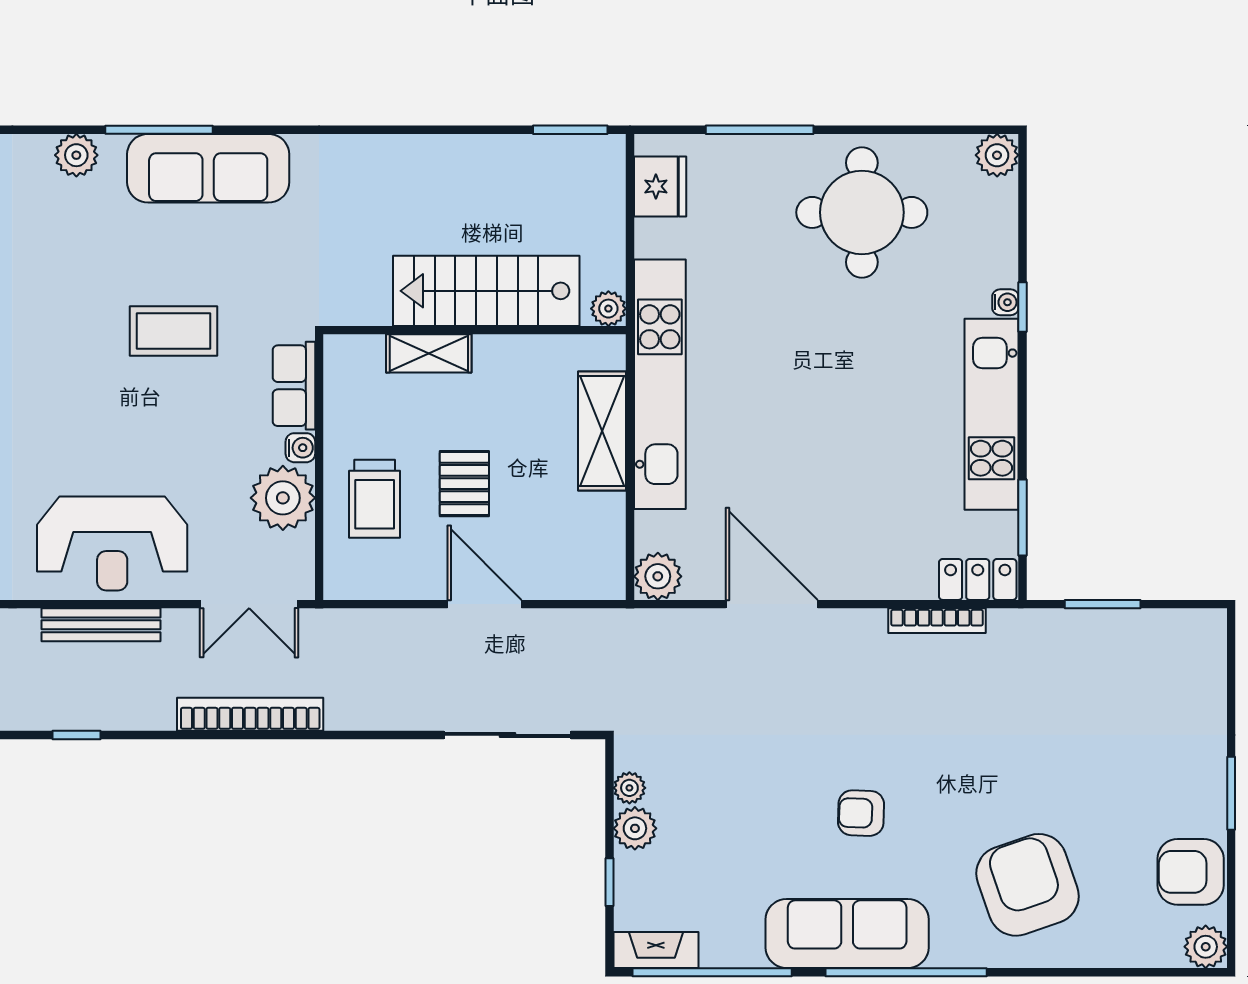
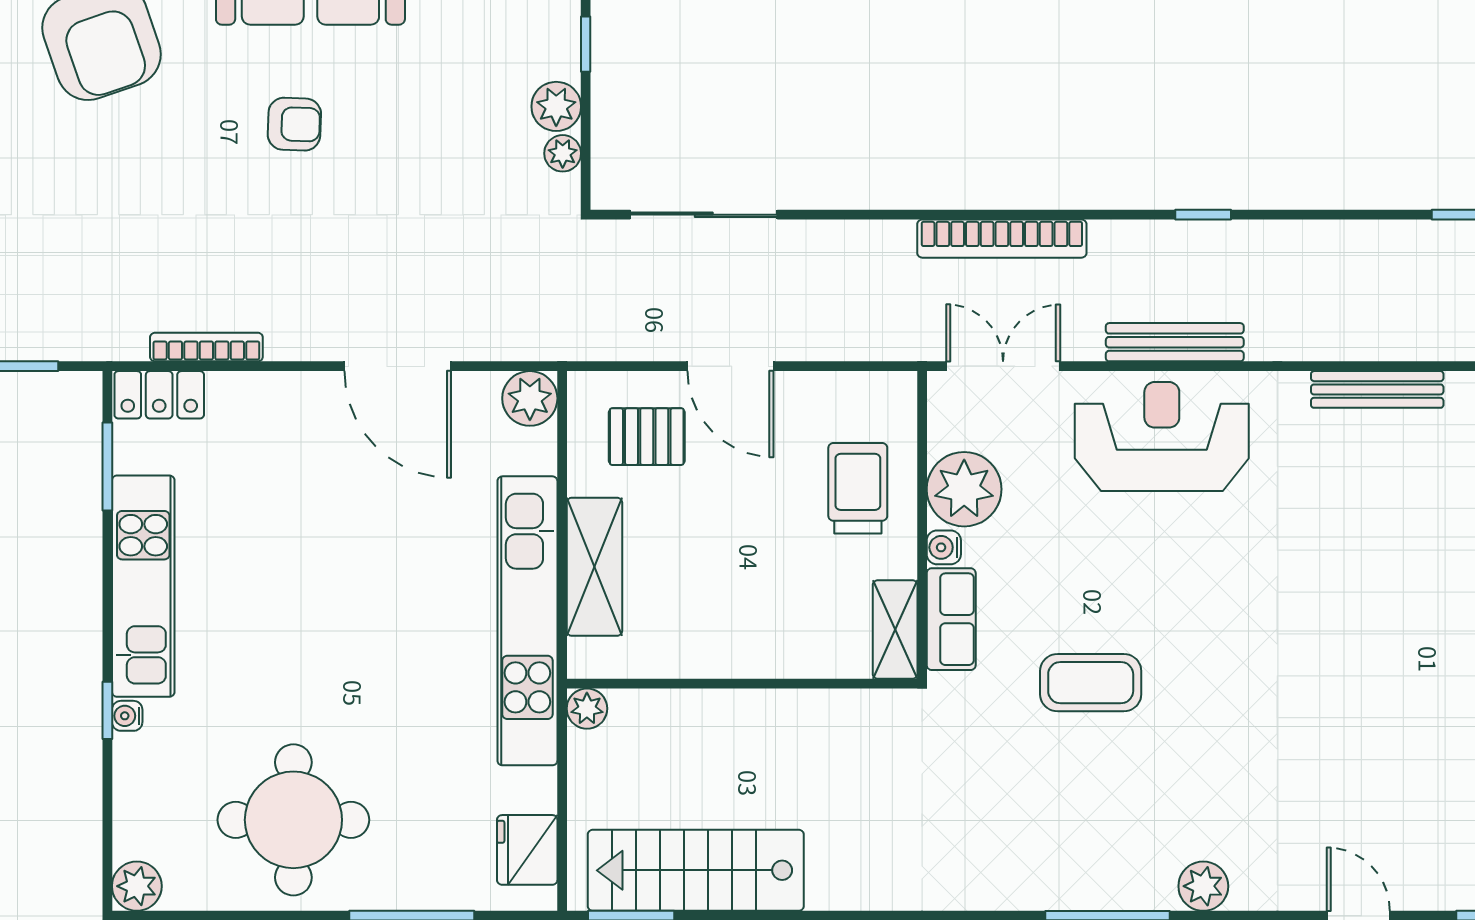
sofa: (208, 168) -> (1051, 871), removed
stairs: (486, 291) -> (696, 870), moved, turned 180
shelving: (429, 353) -> (895, 630), moved, turned 90
pallet: (464, 484) -> (647, 437), moved, turned 90

